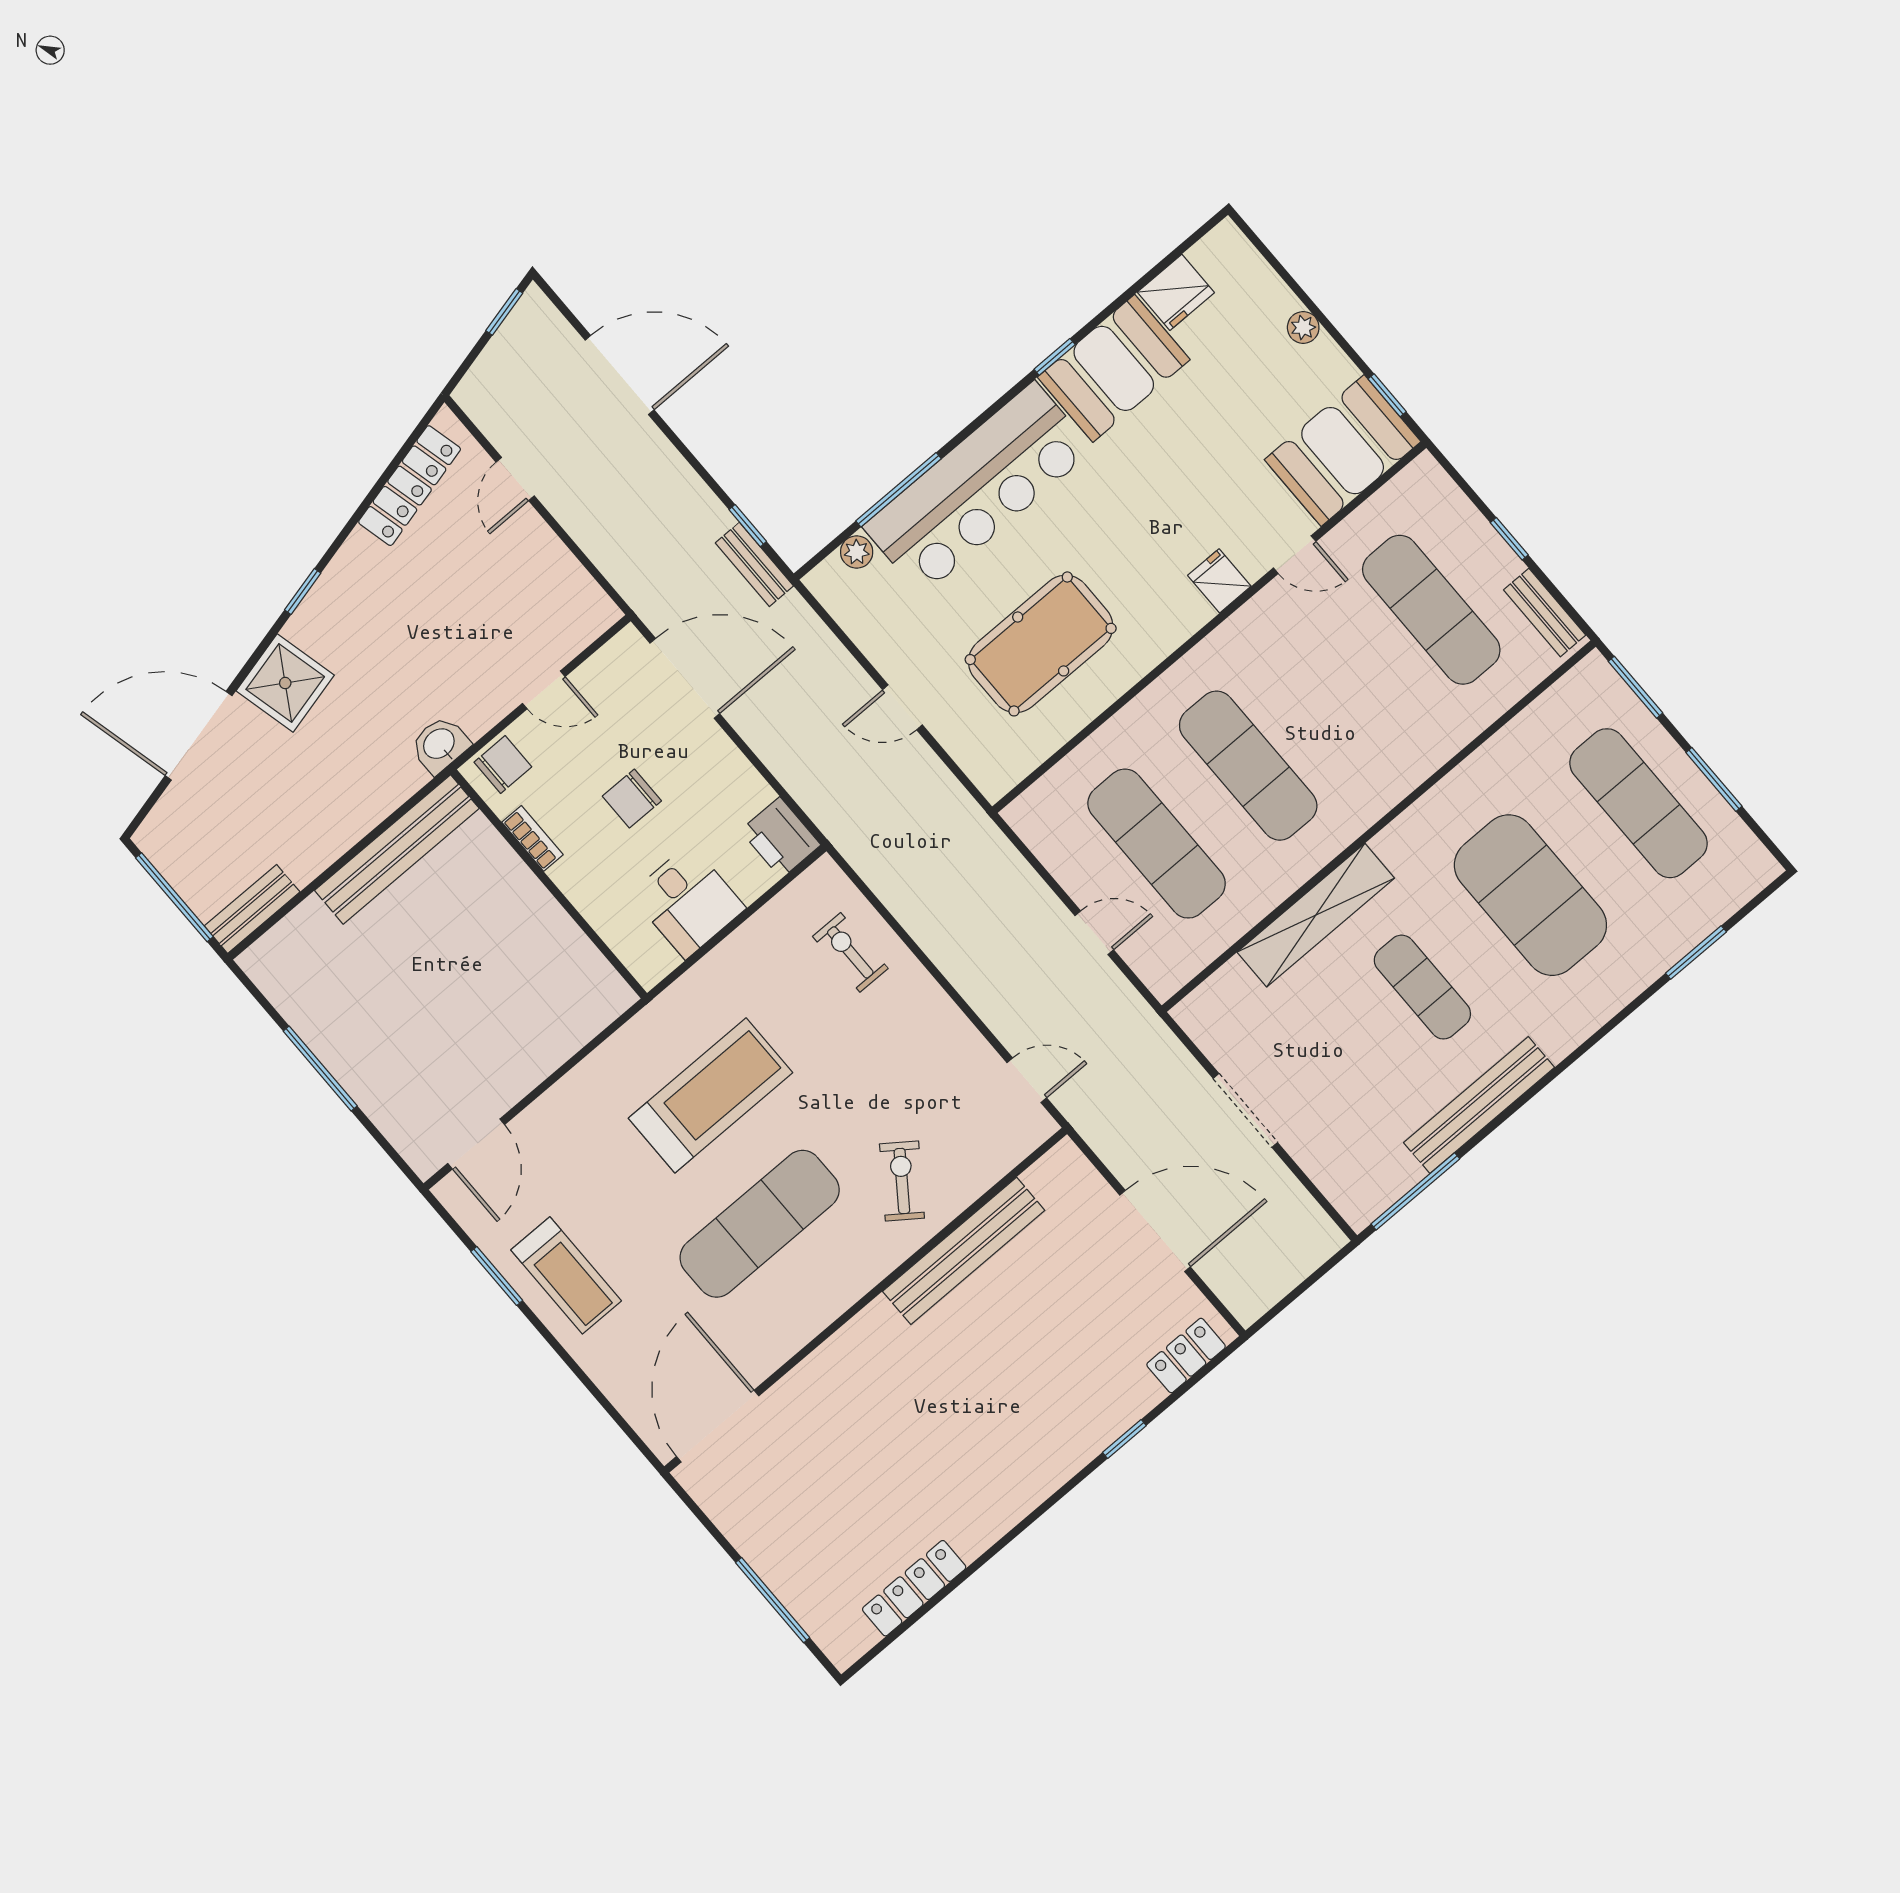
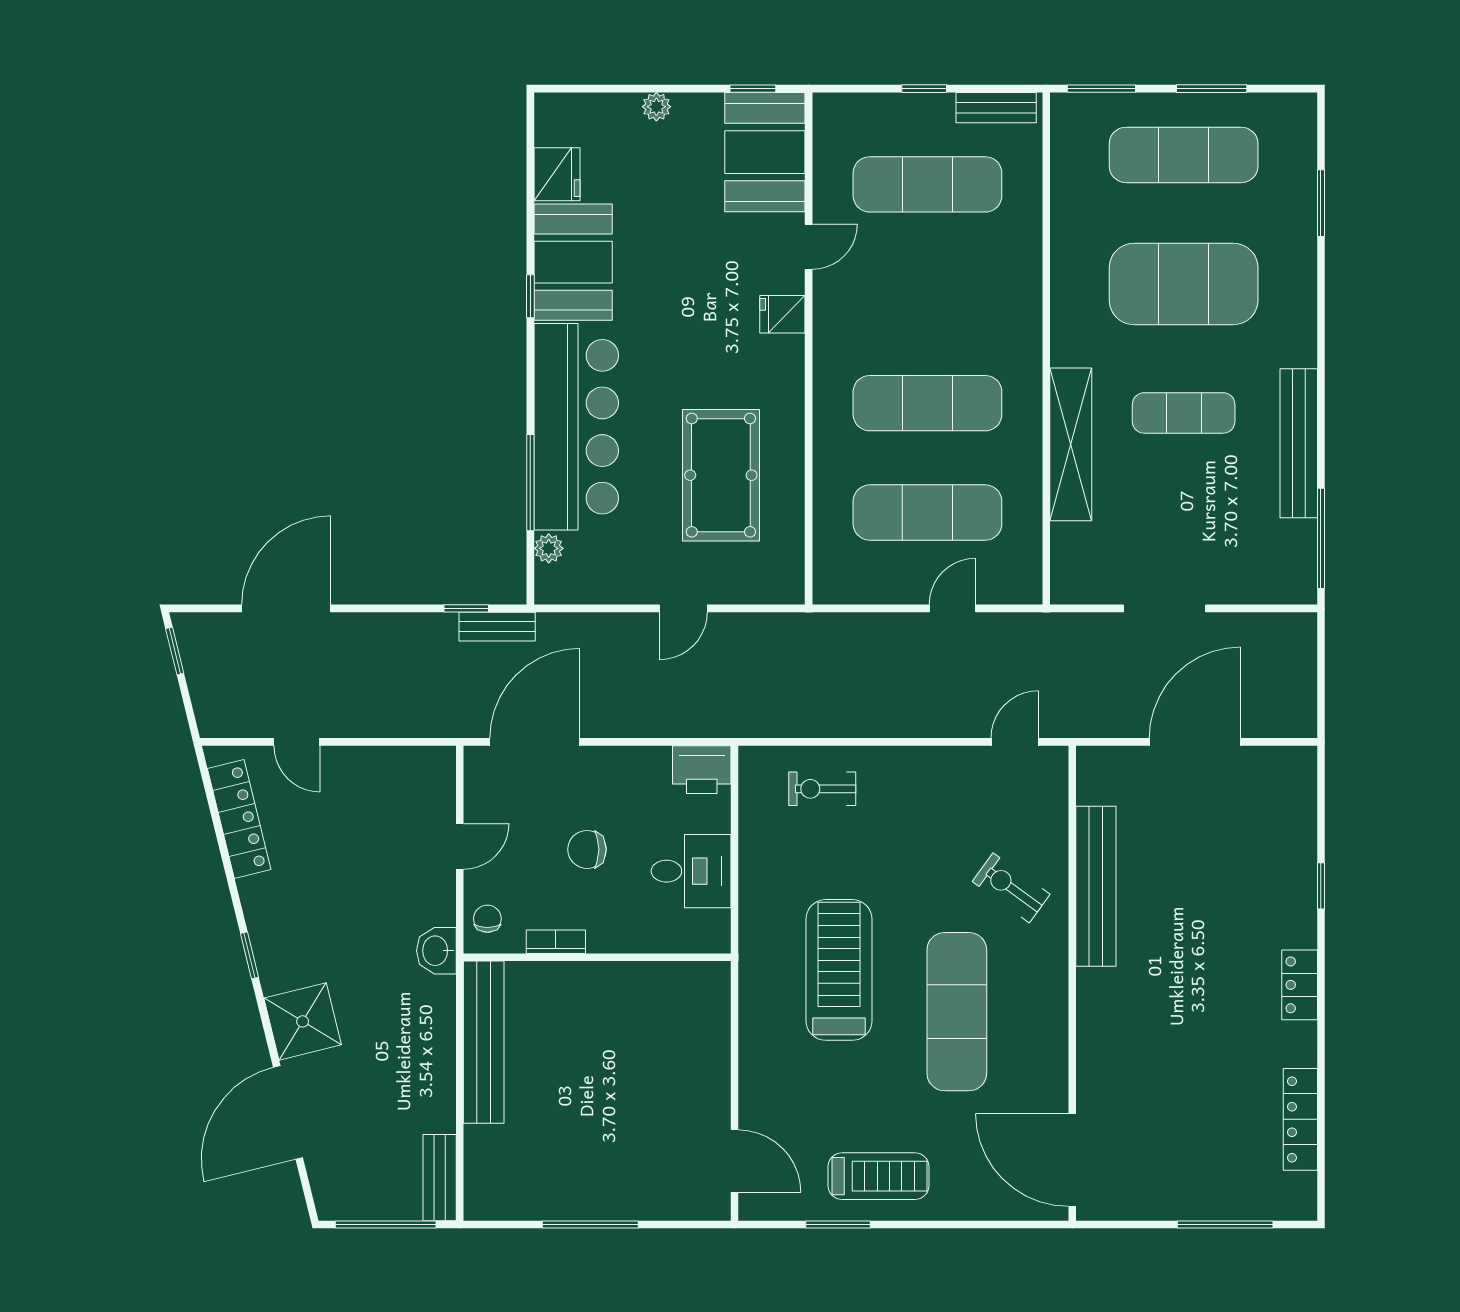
chair: (503, 765) -> (487, 919), width x0.73, depth x0.73
chair: (632, 799) -> (587, 849), turned 90
locker: (1186, 1356) -> (1300, 985), moved

